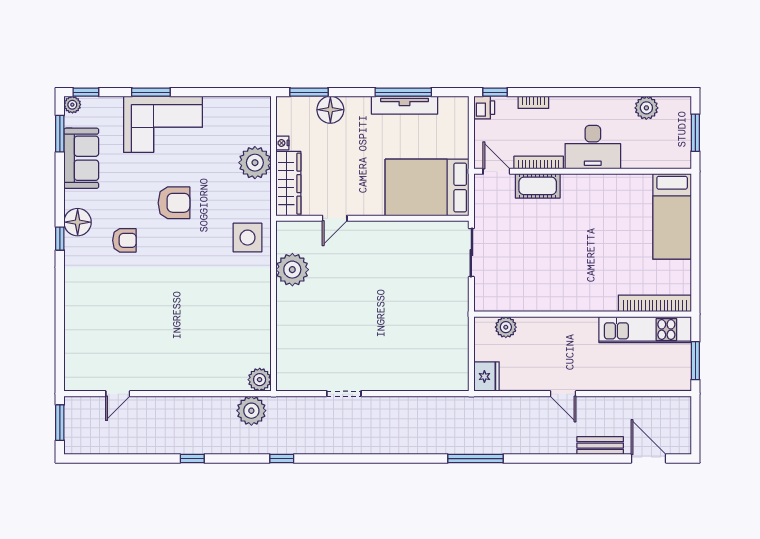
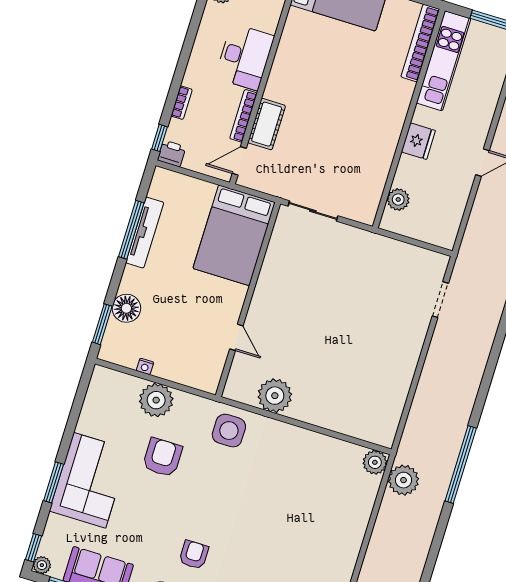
wardrobe: (288, 184) -> (188, 373), removed
armchair: (174, 203) -> (162, 457), moved
fridge: (487, 377) -> (418, 141), moved, turned 90
doorway: (344, 394) -> (440, 300), moved
window: (192, 459) -> (433, 554), removed
window: (282, 459) -> (461, 464), width x3.17

